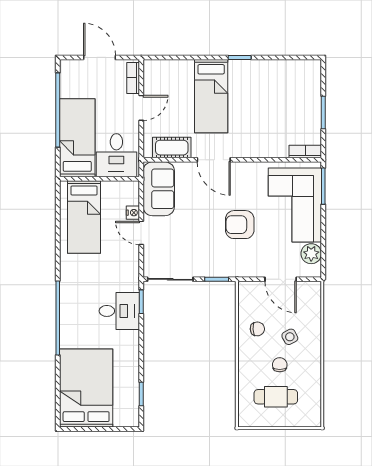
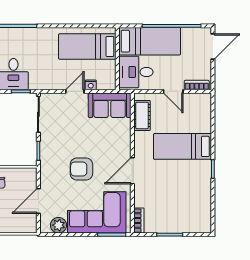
door: (100, 57) -> (213, 46), moved
door: (214, 160) -> (132, 171), moved
armchair: (240, 225) -> (81, 169), turned -90

